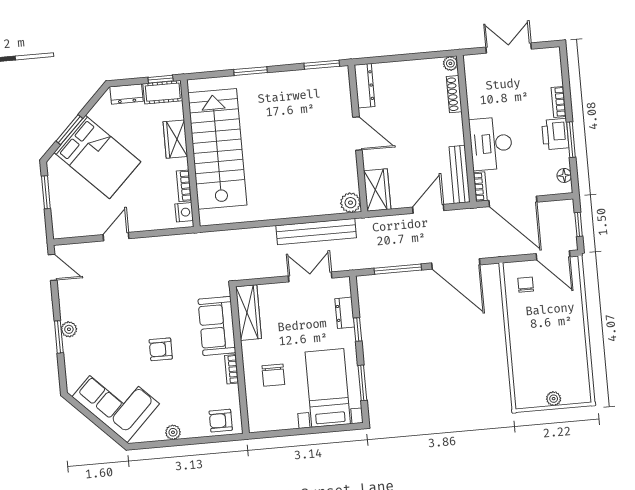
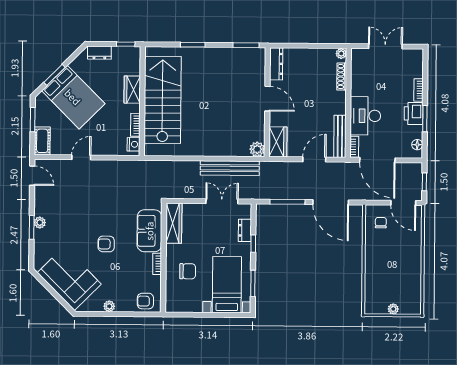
cot: (163, 92) -> (42, 141), moved, turned 90
chair: (273, 375) -> (188, 271), turned -90

